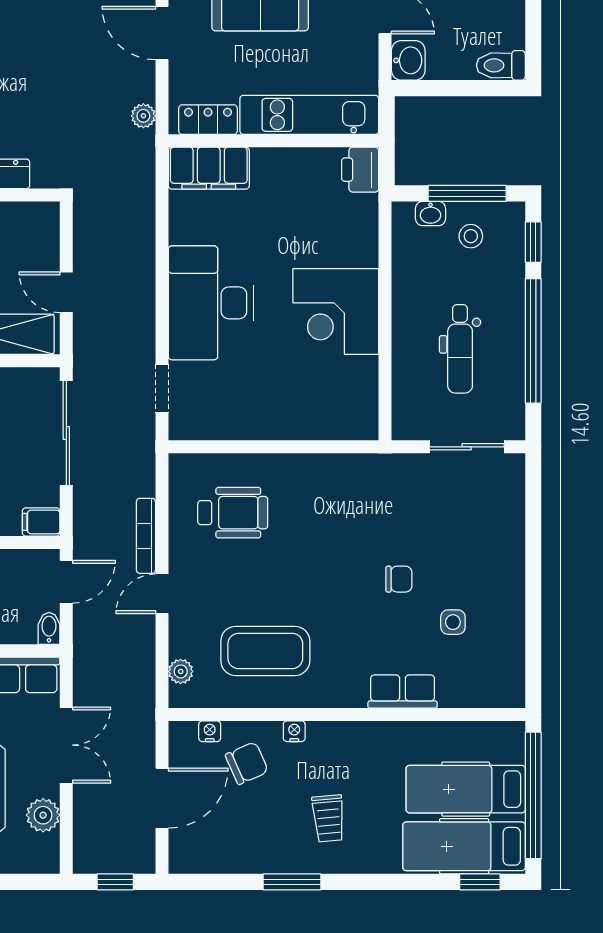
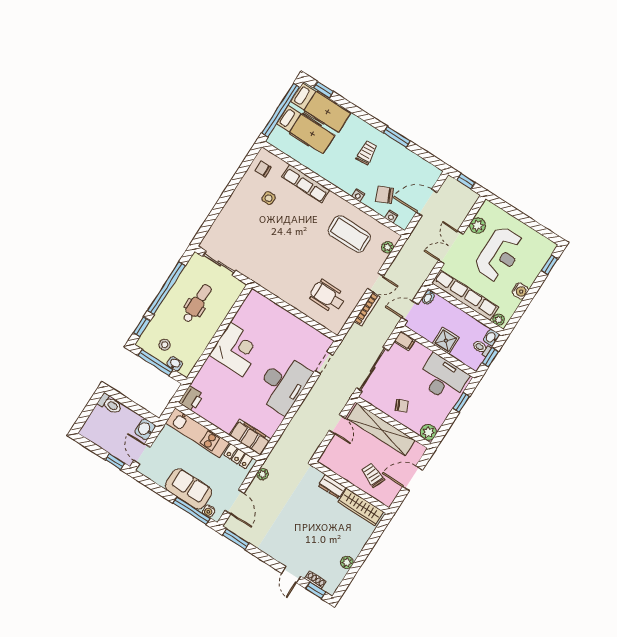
chair: (399, 579) -> (263, 169), moved
row of seats: (403, 692) -> (306, 184), width x1.48

